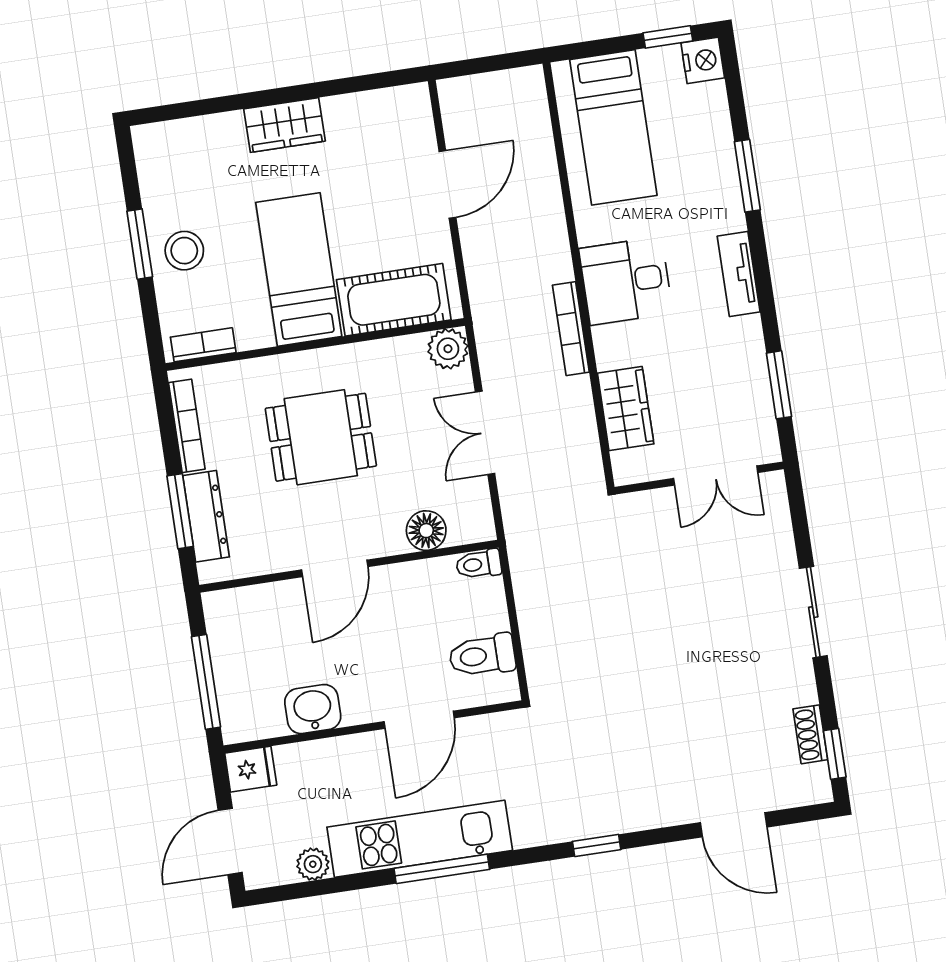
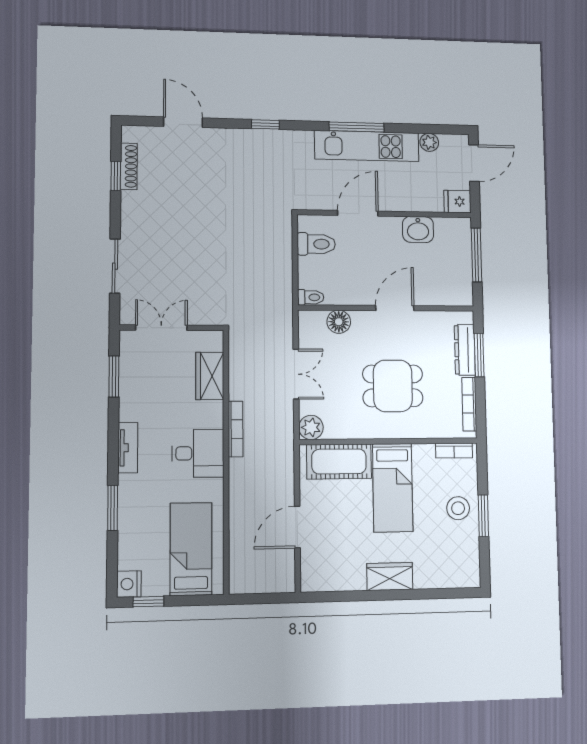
sliding door: (813, 612) -> (115, 266), moved
shoe rack: (810, 734) -> (129, 166), width x1.43
window: (835, 754) -> (116, 176), moved

